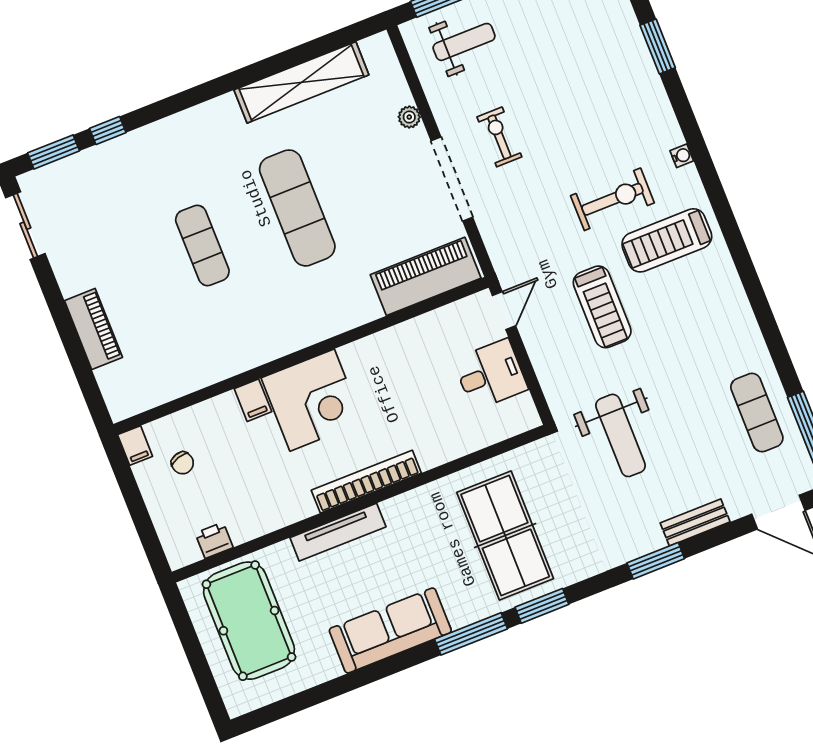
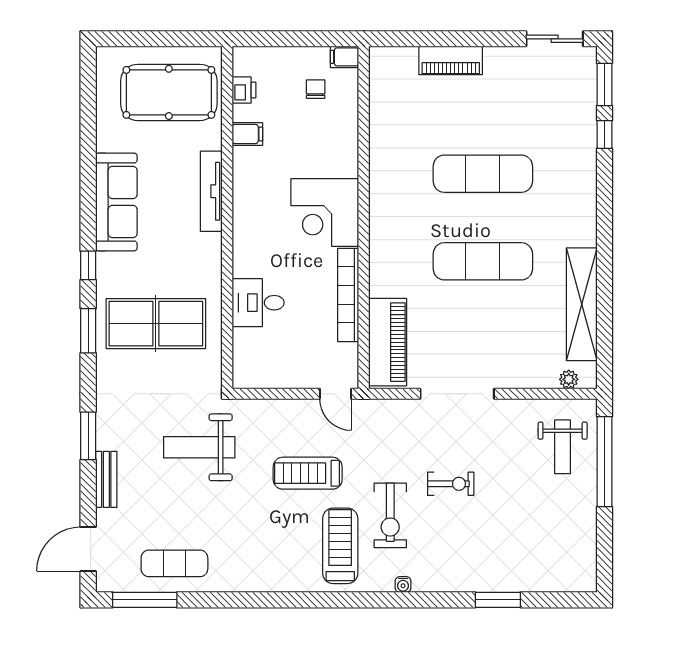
plant: (409, 117) -> (569, 379), moved
exercise bike: (499, 137) -> (451, 484), moved
exercise mat: (202, 245) -> (483, 174), width x1.36, depth x1.45
desk: (491, 375) -> (258, 303), moved, turned 90
filing cabinet: (253, 400) -> (247, 134), moved, turned 180
chair: (182, 463) -> (316, 89), turned 107
bookcase: (366, 482) -> (348, 295), moved, turned 180
window: (471, 634) -> (88, 265), width x0.46

